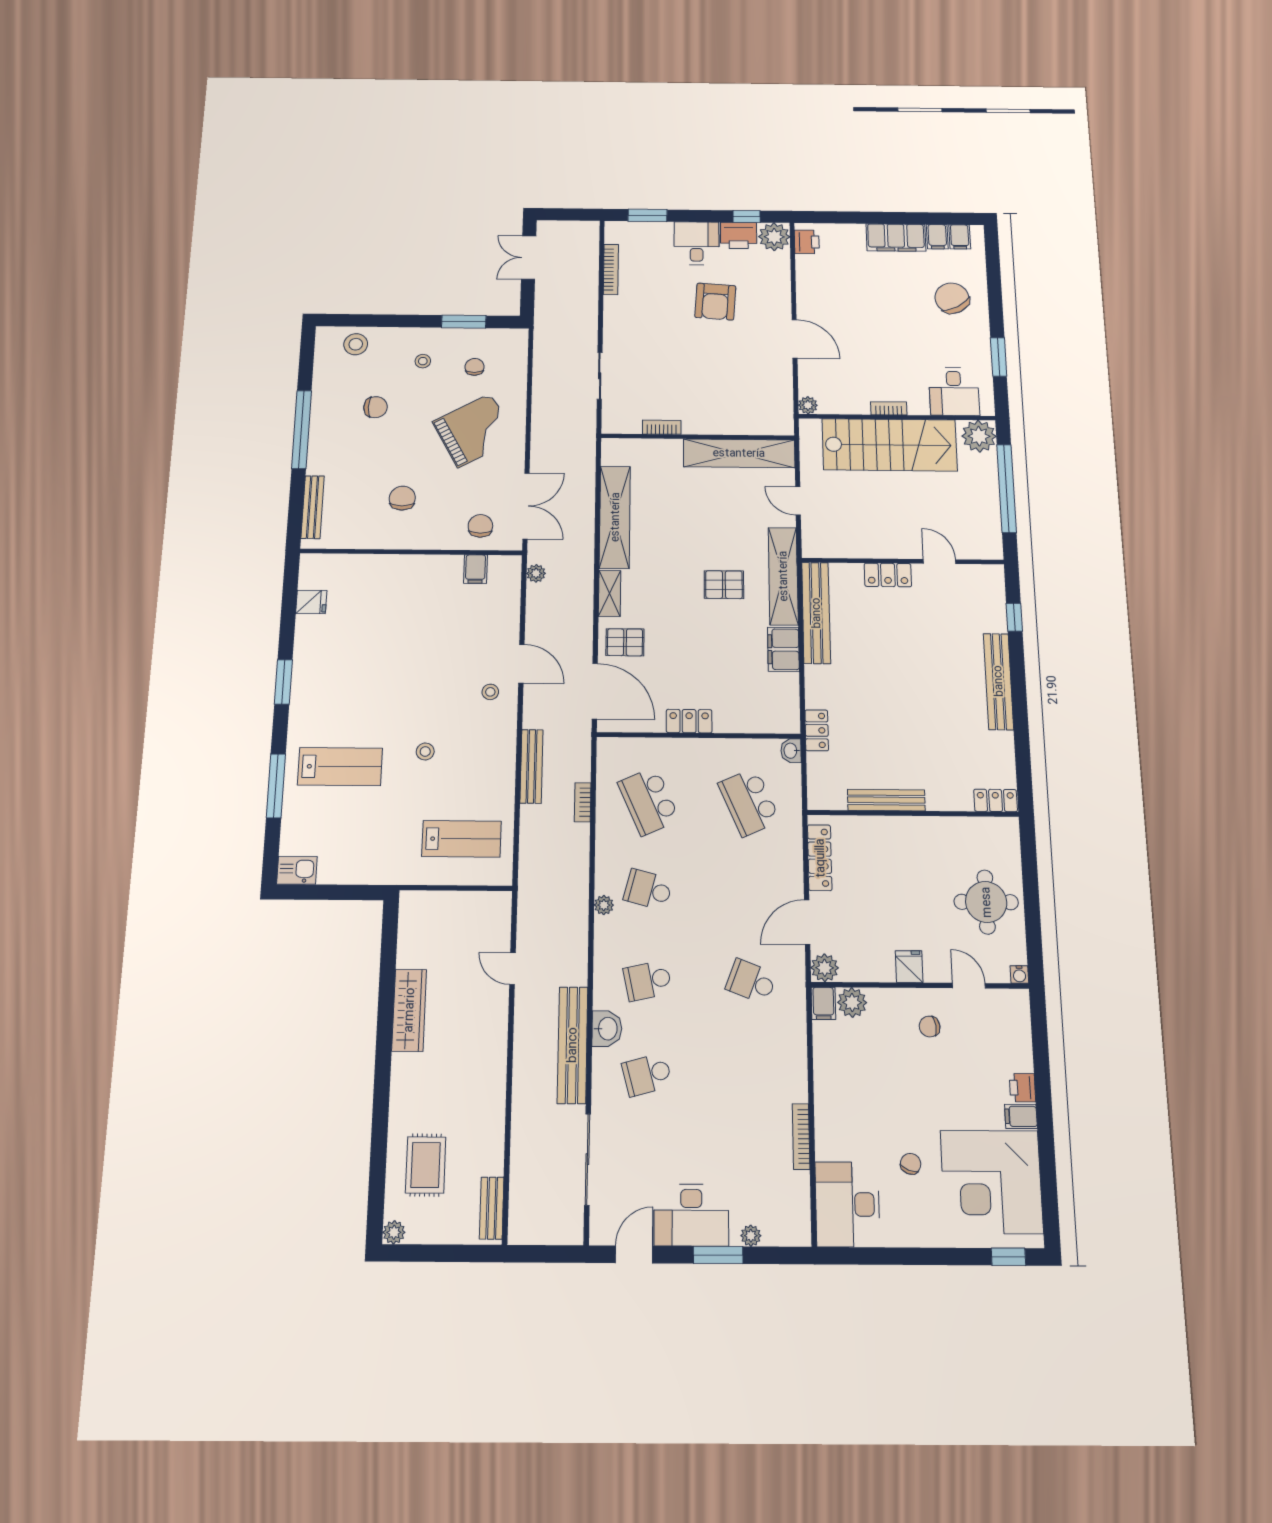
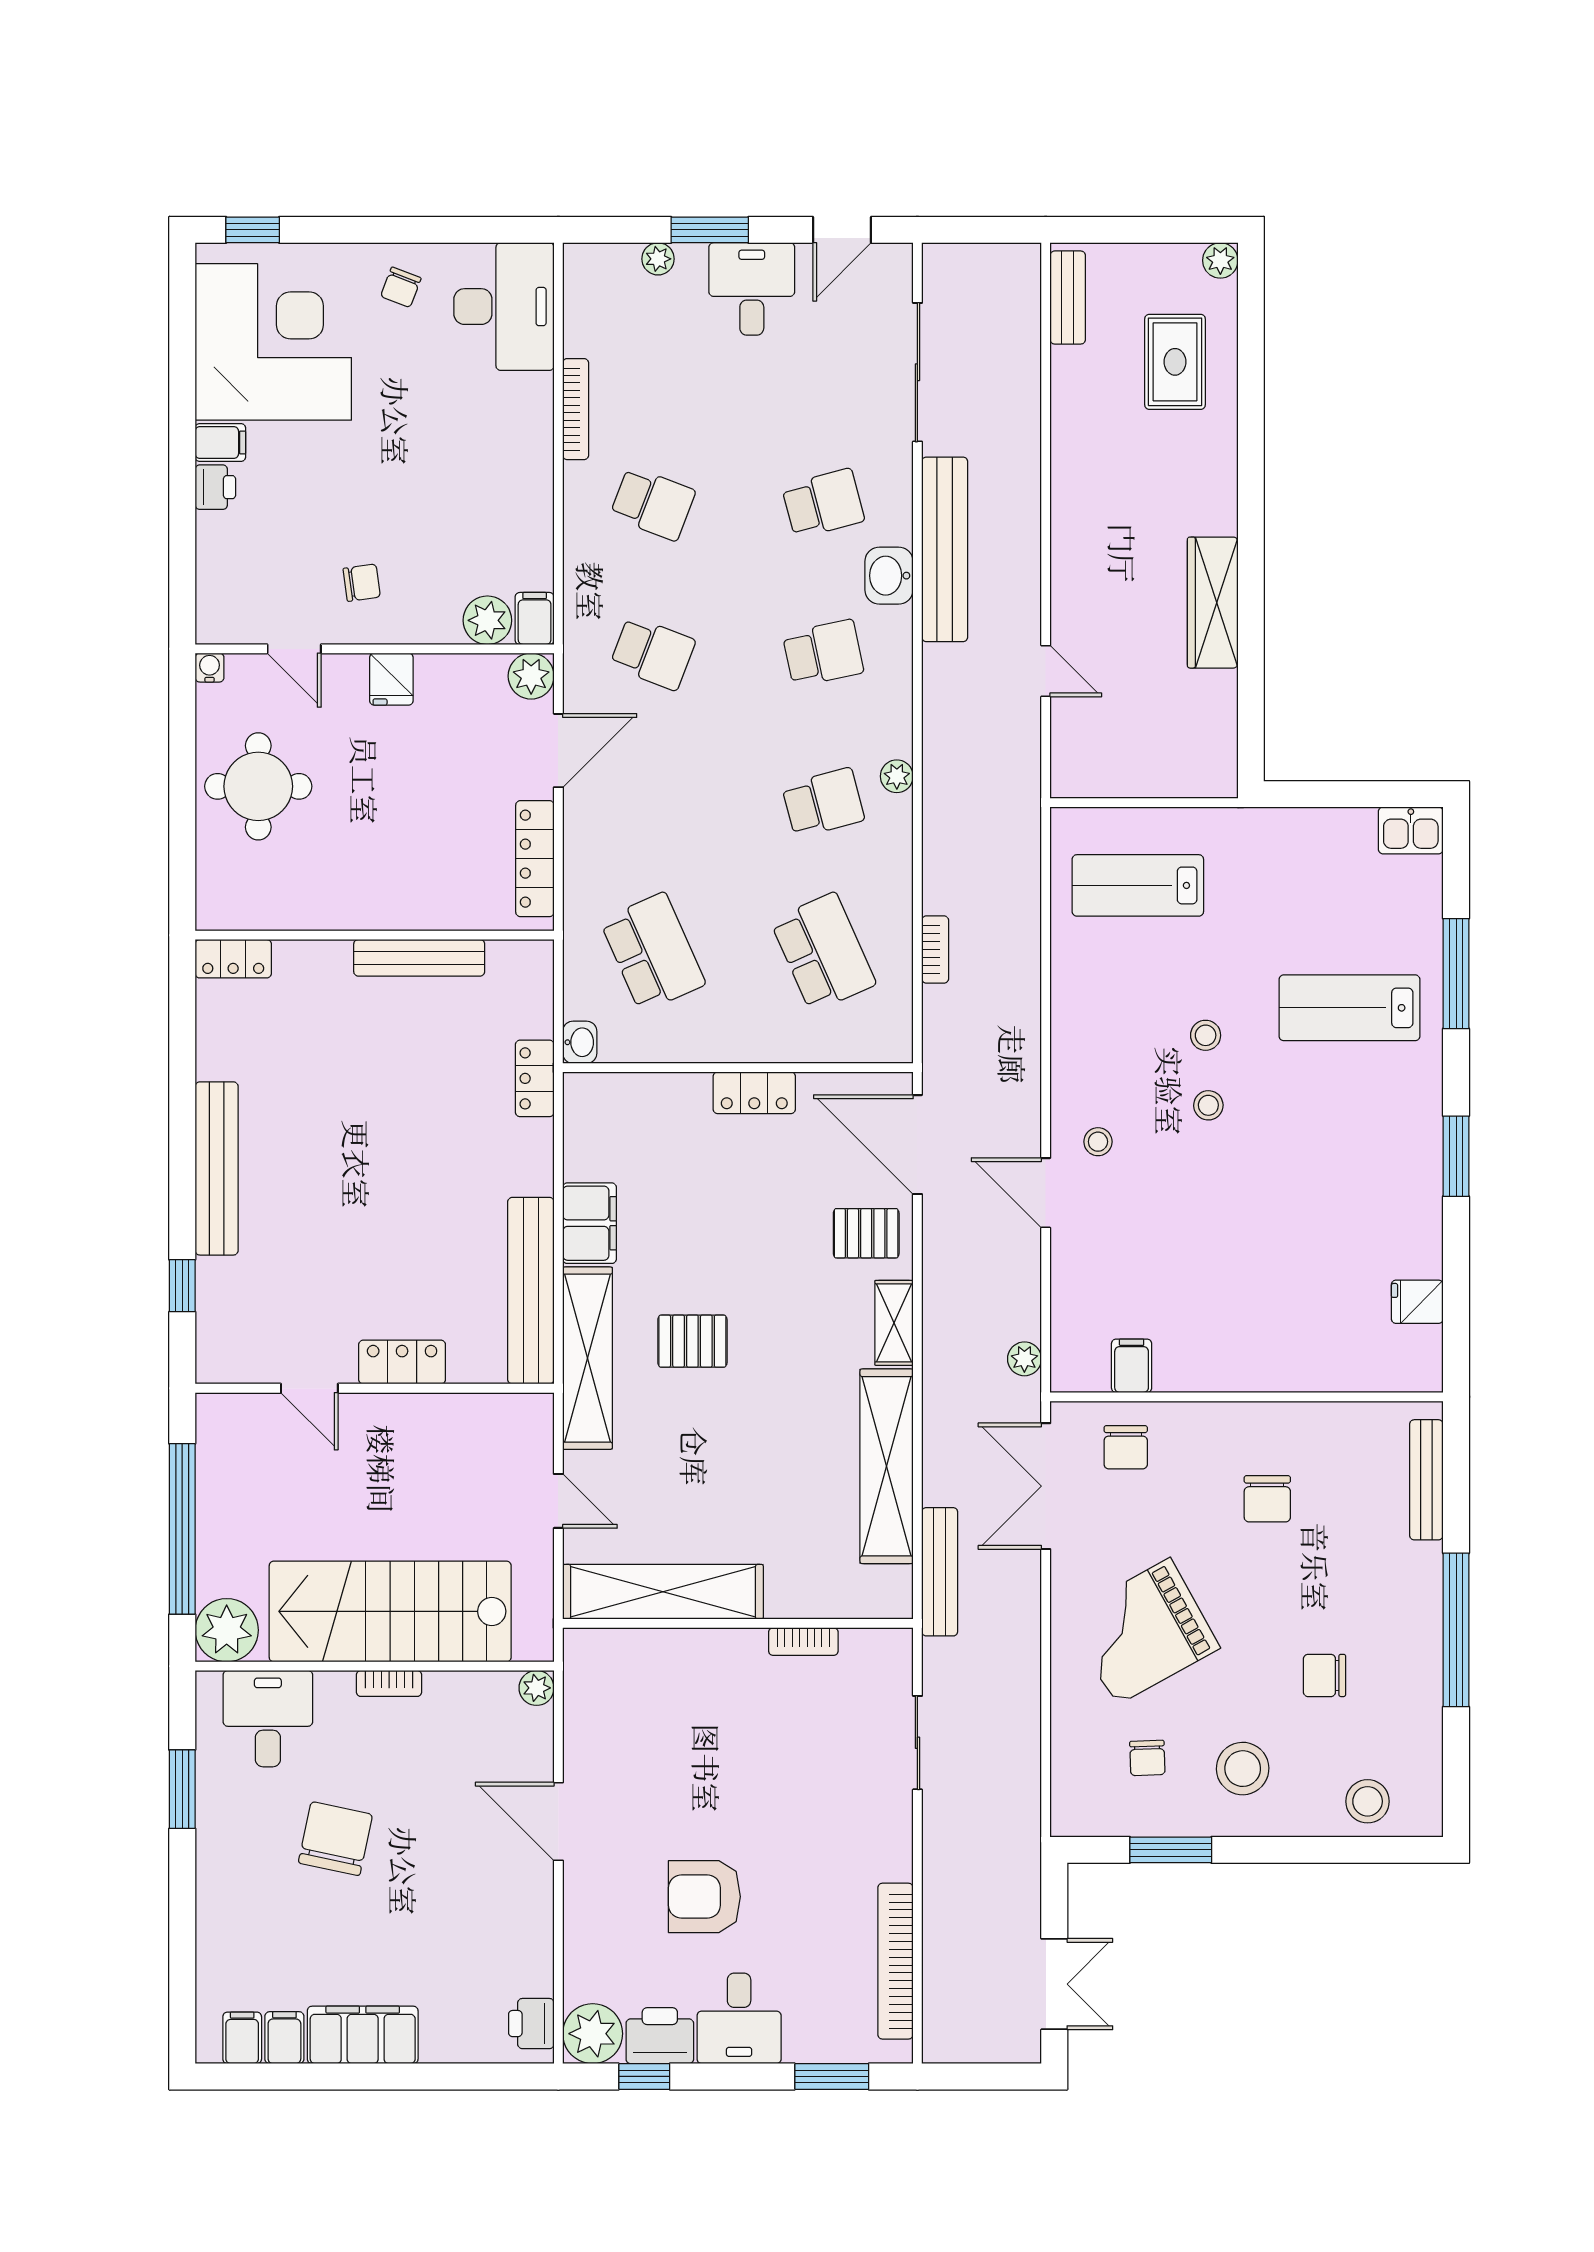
bookcase: (611, 269) -> (895, 1961), width x1.48, depth x1.31
chair: (952, 298) -> (335, 1839), moved, turned -139
armchair: (715, 302) -> (704, 1897), turned -94
stool: (423, 361) -> (1243, 1769), width x1.89, depth x1.89
stool: (425, 712) -> (1208, 1105), added
bench: (531, 766) -> (940, 1572), moved
school desk: (648, 890) -> (823, 803), turned -30
school desk: (752, 1075) -> (653, 503), added
chair: (911, 1164) -> (401, 287), moved
desk: (691, 1215) -> (752, 289), width x0.73

